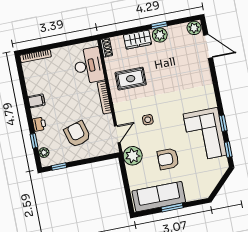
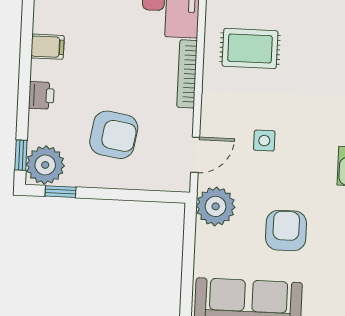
armchair: (77, 134) -> (114, 135), turned 115
window: (34, 141) -> (21, 155), moved
plant: (44, 153) -> (45, 165), width x1.88, depth x1.88
armchair: (168, 159) -> (286, 231), turned 90

